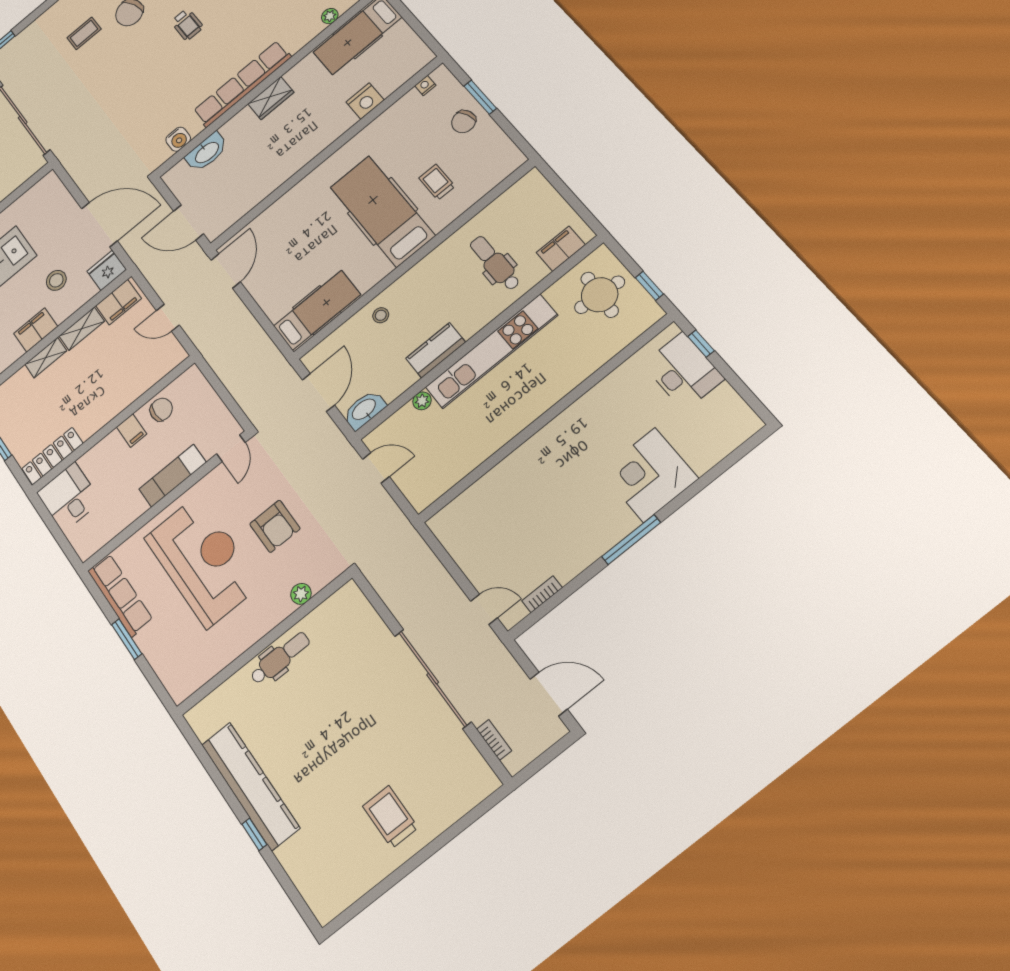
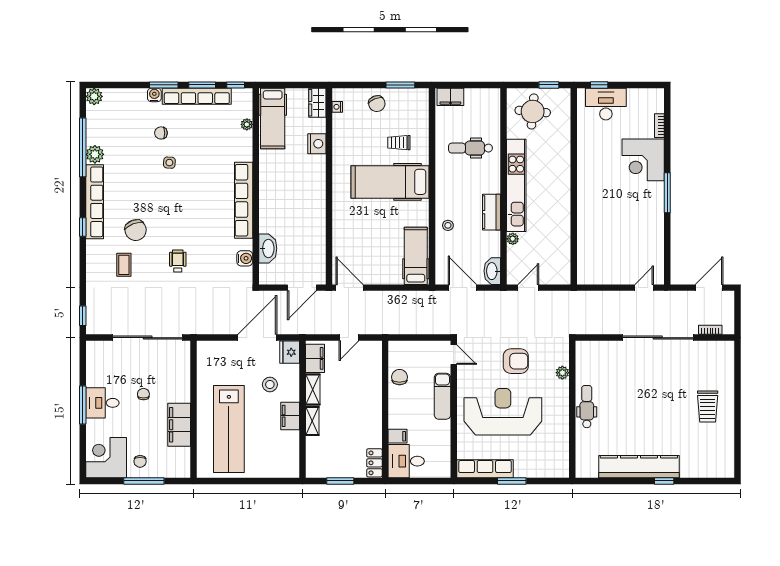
wheelchair: (187, 24) -> (178, 261), moved, turned -90
window: (480, 97) -> (400, 85), moved
wardrobe: (271, 98) -> (317, 103), moved, turned 180
filing cabinet: (561, 249) -> (450, 97), moved, turned -90
filing cabinet: (132, 431) -> (398, 436), moved
locker: (52, 456) -> (374, 463), width x0.66
bookcase: (542, 594) -> (659, 126), moved
trolley: (390, 817) -> (708, 407), turned -90

